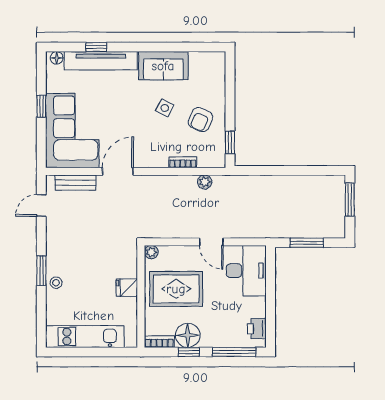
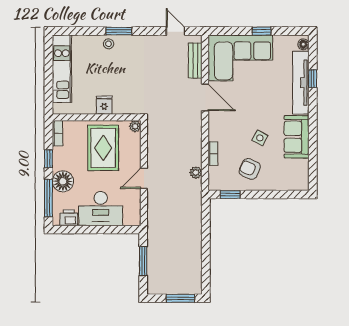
desk: (246, 271) -> (101, 209), moved
floor lamp: (188, 335) -> (63, 181), moved

